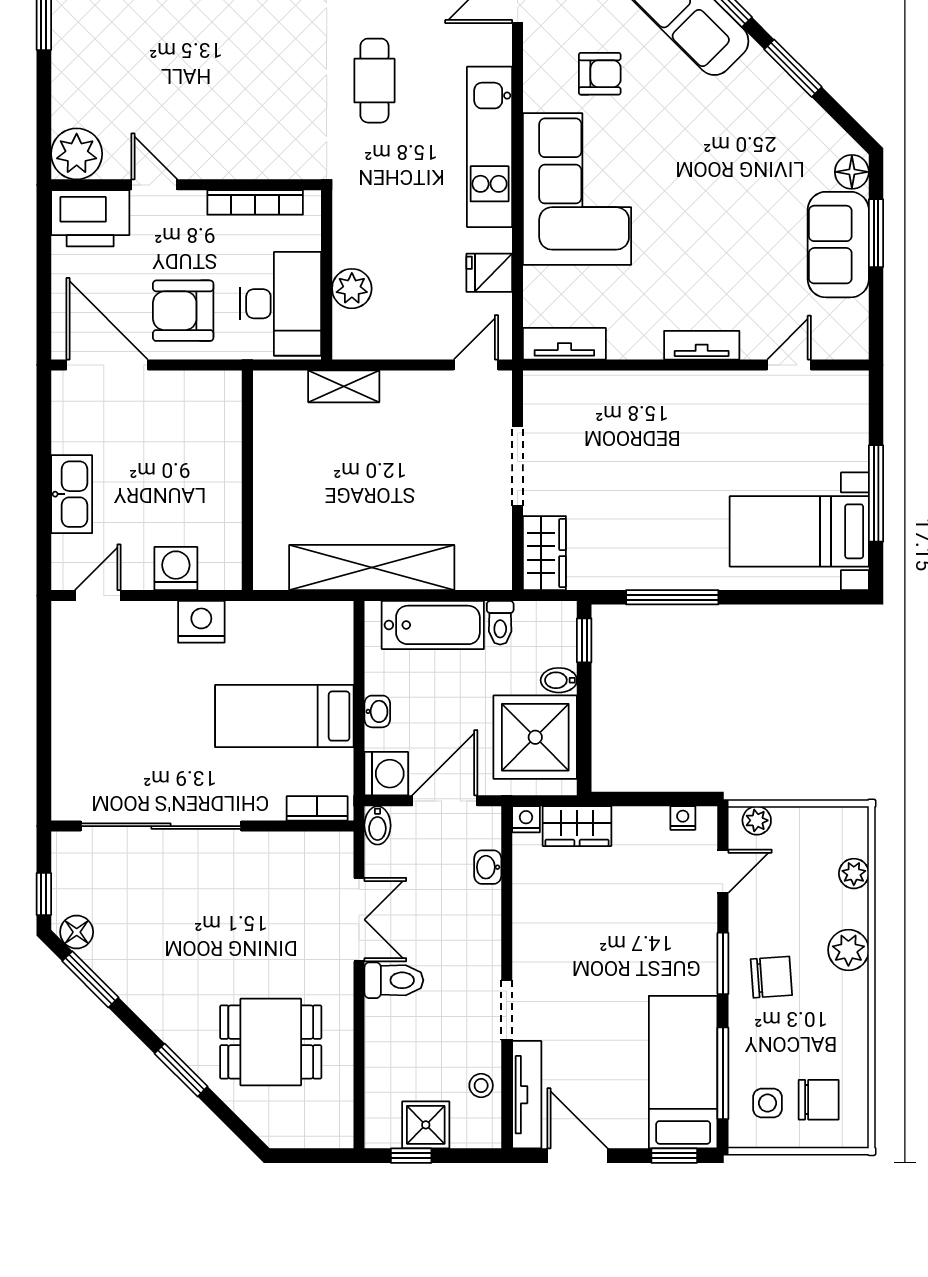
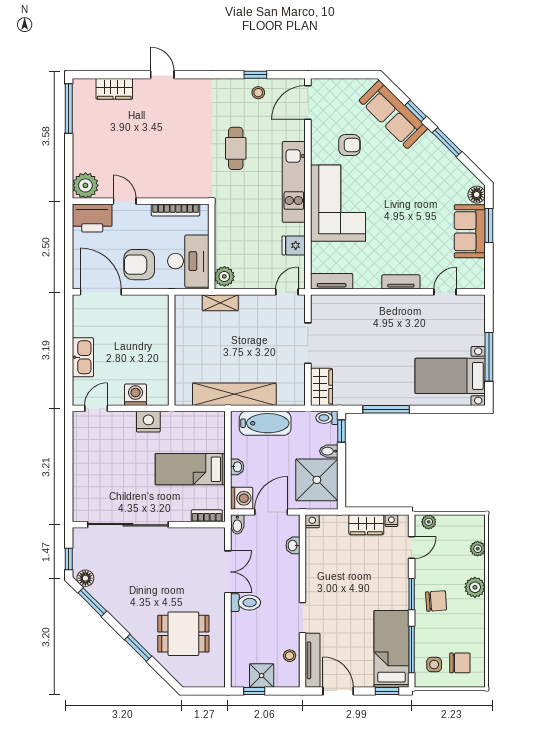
plant: (352, 289) -> (224, 276), moved
toilet: (500, 623) -> (327, 418), moved, turned 90
wardrobe: (577, 826) -> (366, 525), moved

